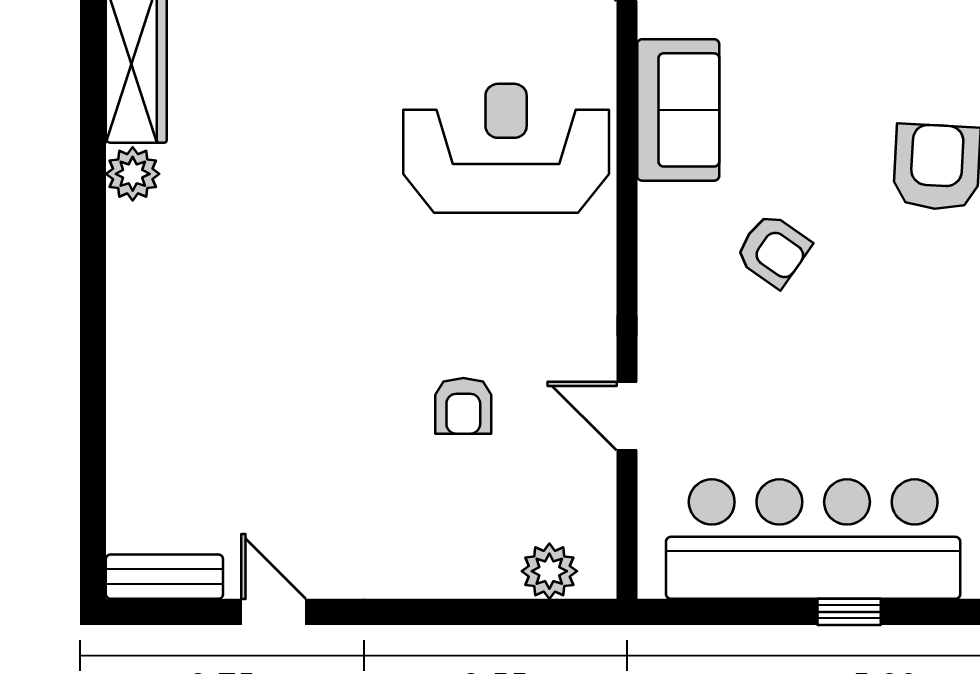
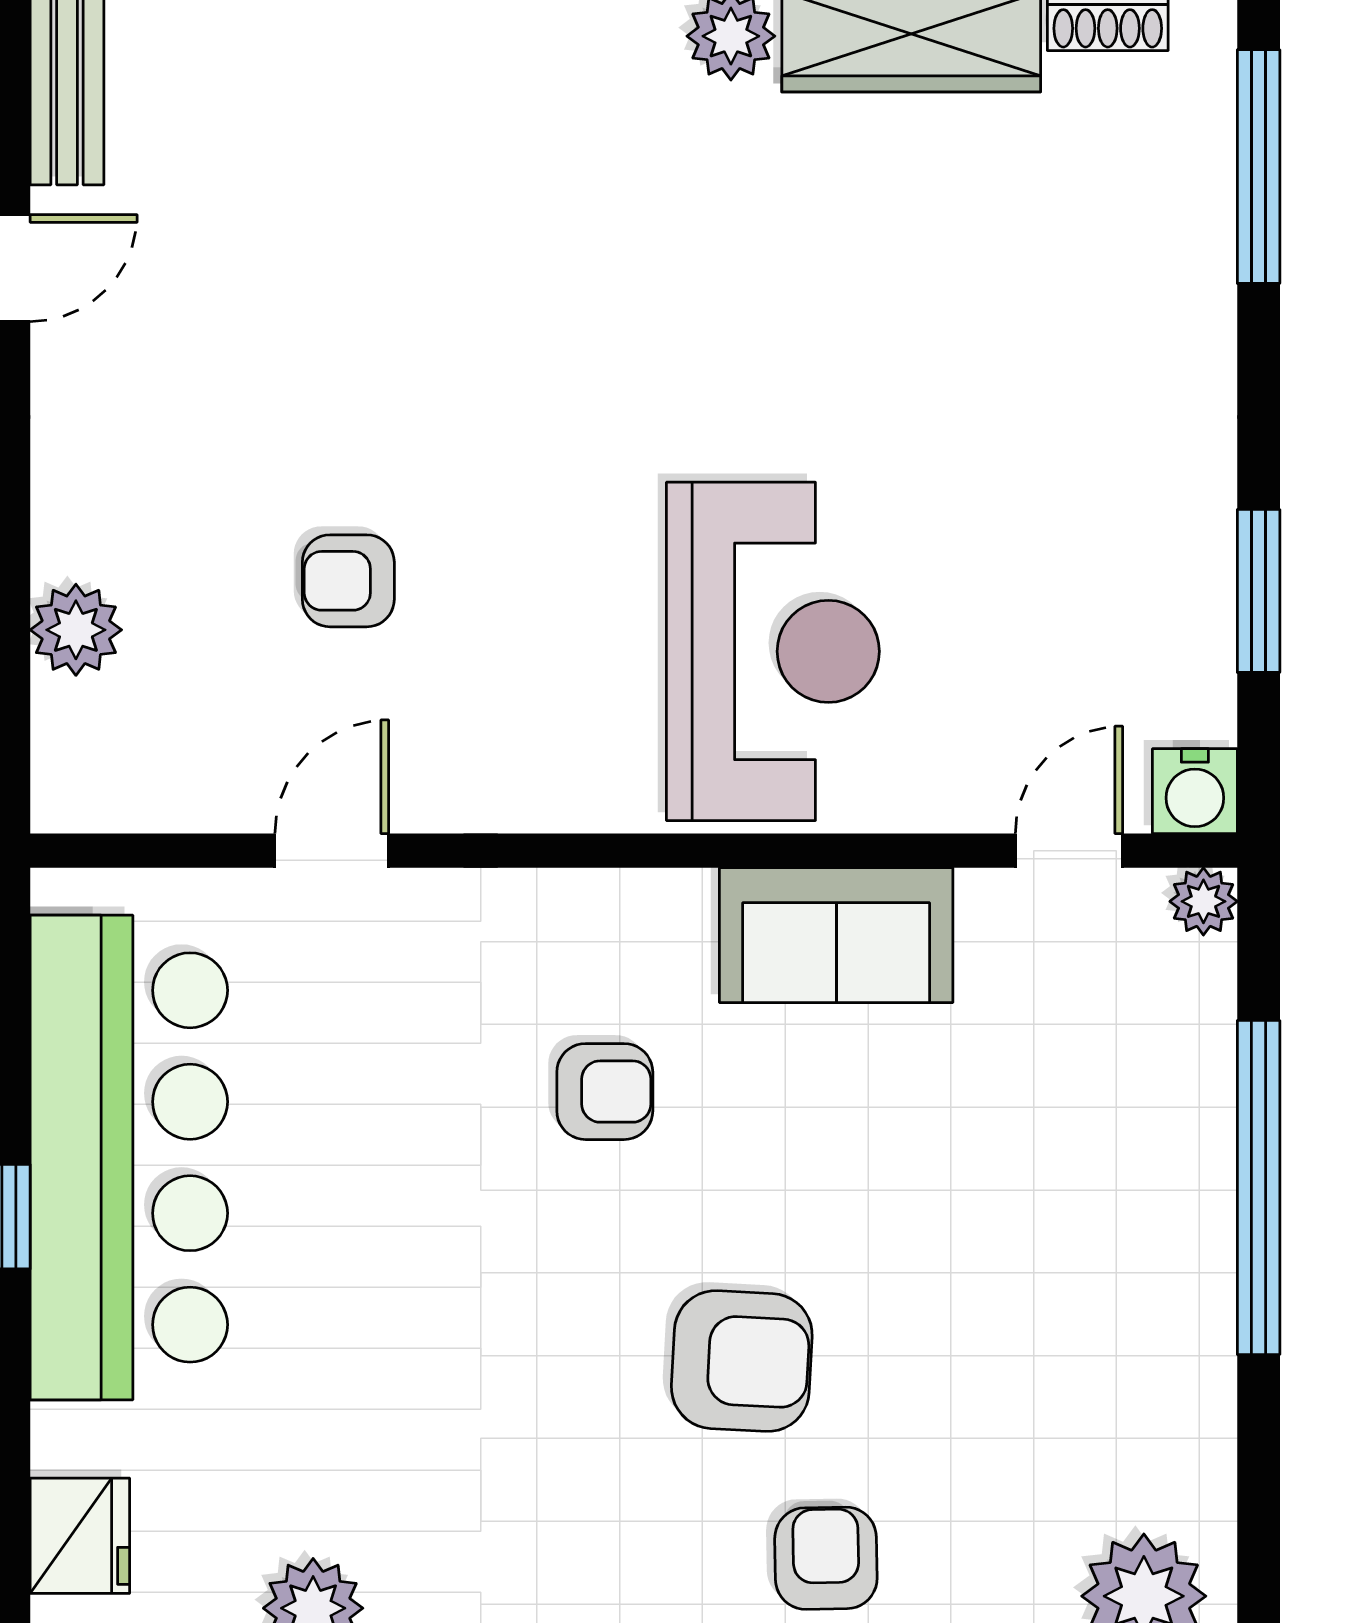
armchair: (773, 250) -> (605, 1092), turned -125
plant: (549, 571) -> (76, 630), moved

